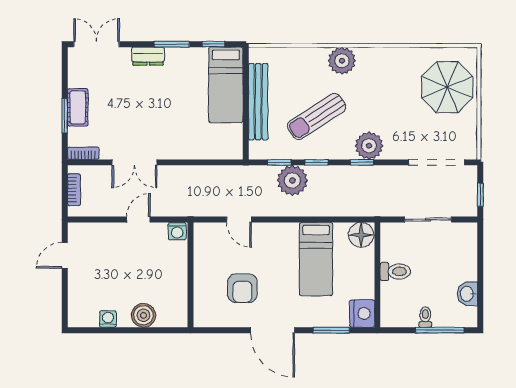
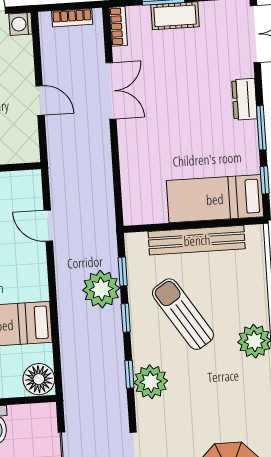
double door: (134, 162) -> (111, 91), swing flipped
door: (239, 220) -> (48, 226), hinge flipped
washing machine: (177, 231) -> (21, 24), moved

